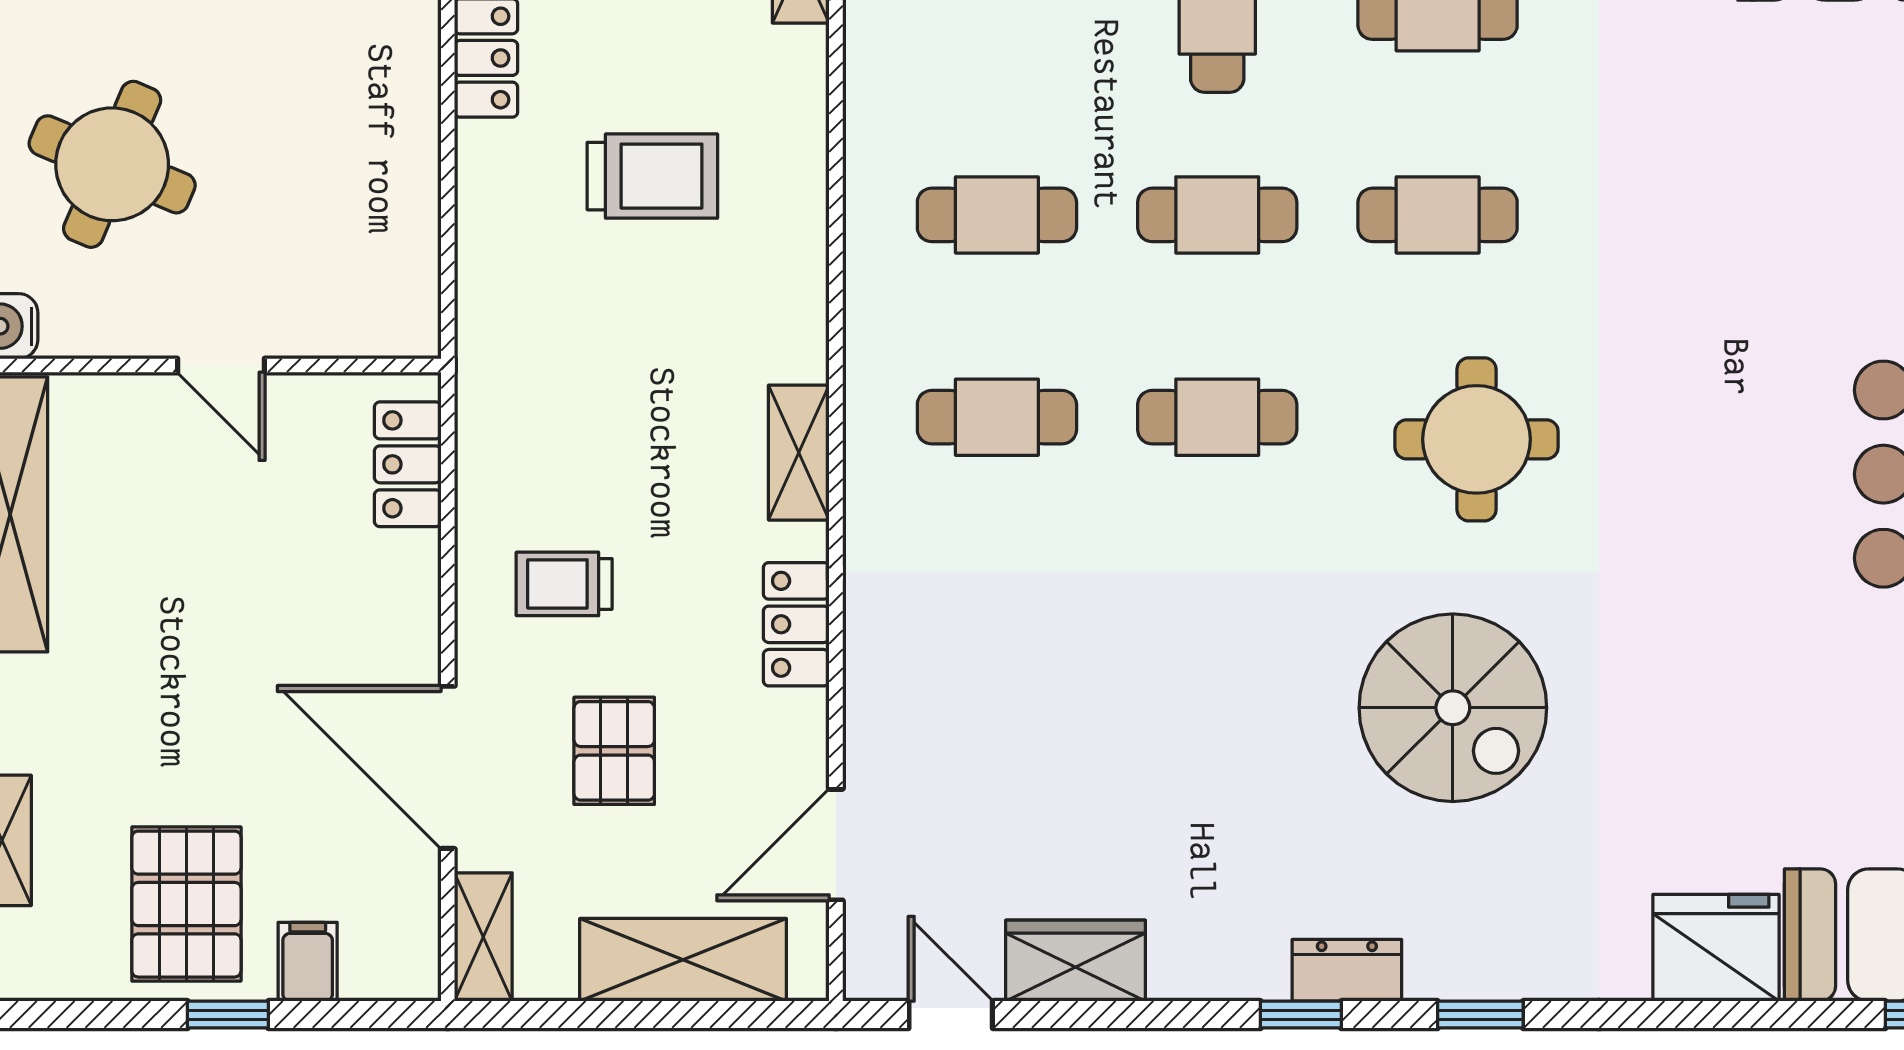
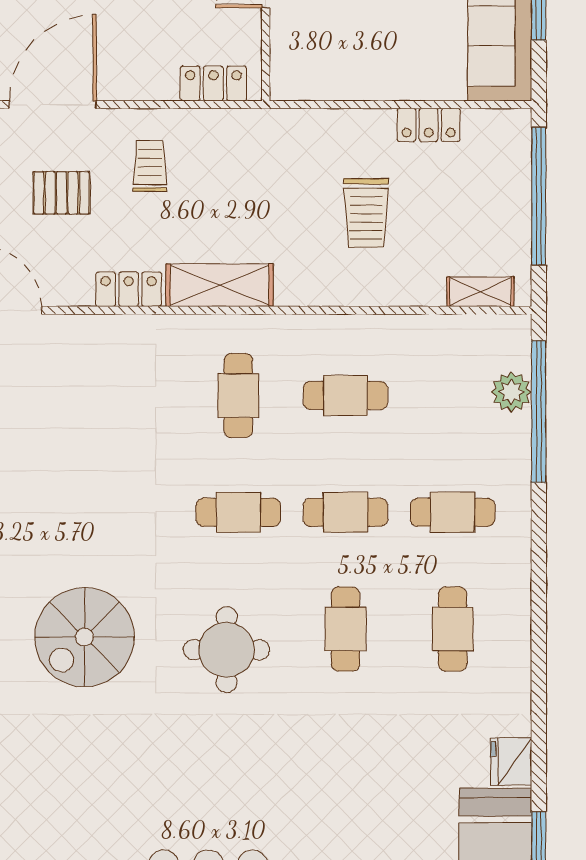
cafe table: (997, 215) -> (345, 396), turned 90
cafe table: (1217, 215) -> (345, 512), turned 90
cafe table: (1217, 417) -> (238, 512), turned 90
shelving: (799, 453) -> (220, 285), width x1.50, depth x1.33

